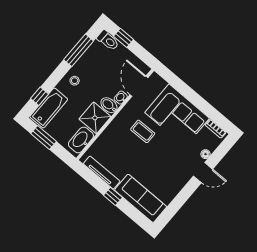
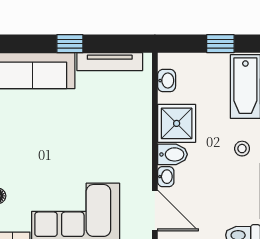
coffee table: (143, 131) -> (102, 157), removed
window: (44, 137) -> (220, 44), width x0.67
washbasin: (81, 140) -> (167, 81), width x0.52, depth x0.69

